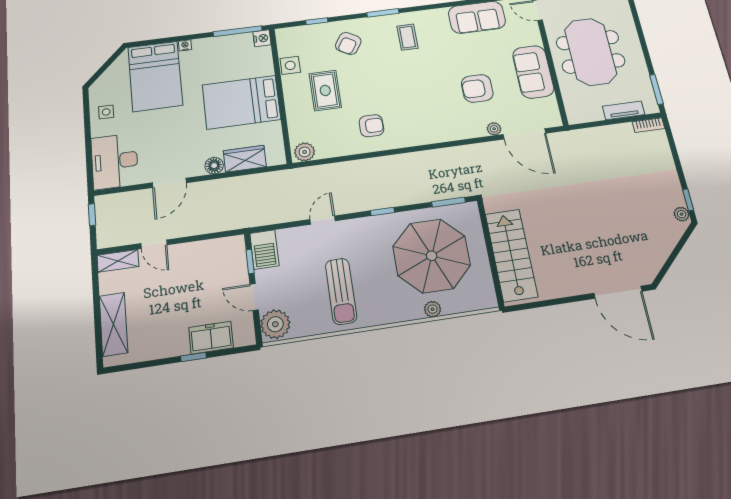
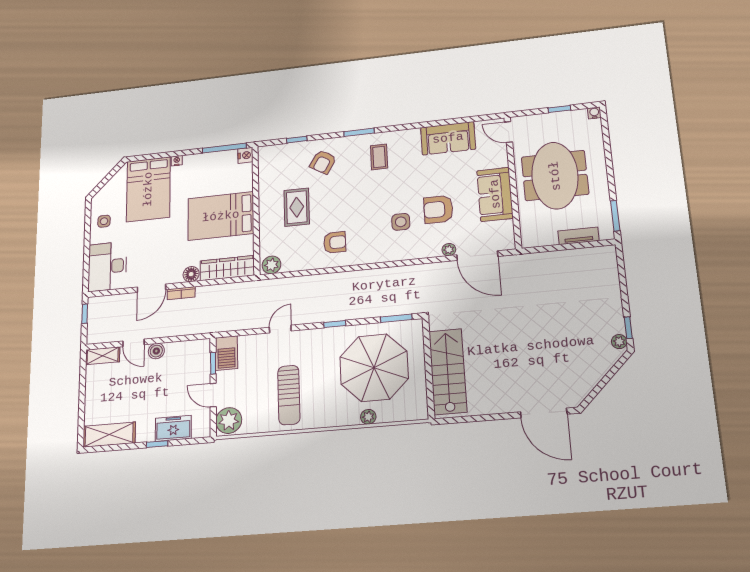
side table: (290, 65) -> (401, 222), moved
bookcase: (648, 125) -> (181, 293), moved
wardrobe: (245, 159) -> (227, 268), width x1.50
boiler: (182, 252) -> (156, 351), added
shelving: (113, 324) -> (109, 435), moved, turned 90

